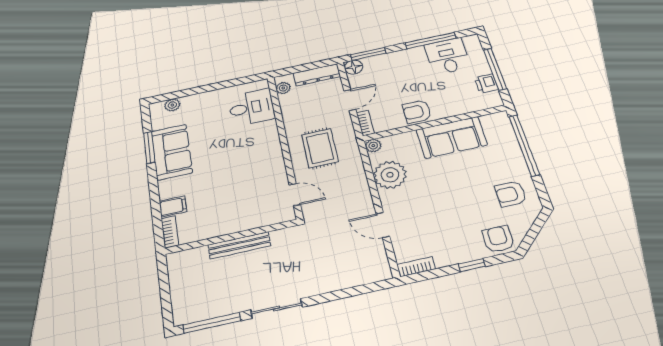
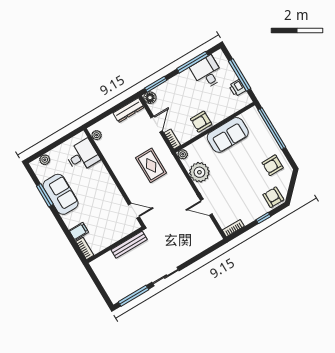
plant: (283, 88) -> (97, 135), moved
desk: (252, 107) -> (82, 156), moved
wall: (284, 145) -> (114, 178), moved
door: (295, 195) -> (134, 211), moved

